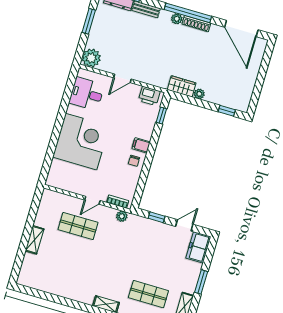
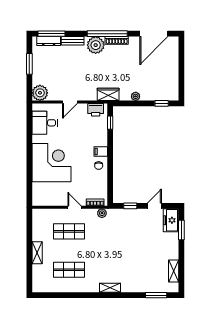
plant: (177, 19) -> (96, 45), width x1.88, depth x1.88
door: (241, 29) -> (154, 34), hinge flipped
wardrobe: (182, 86) -> (108, 94), moved
door: (92, 200) -> (74, 207), swing flipped
window: (201, 282) -> (181, 230), moved
shop shelf: (148, 294) -> (69, 270), moved

